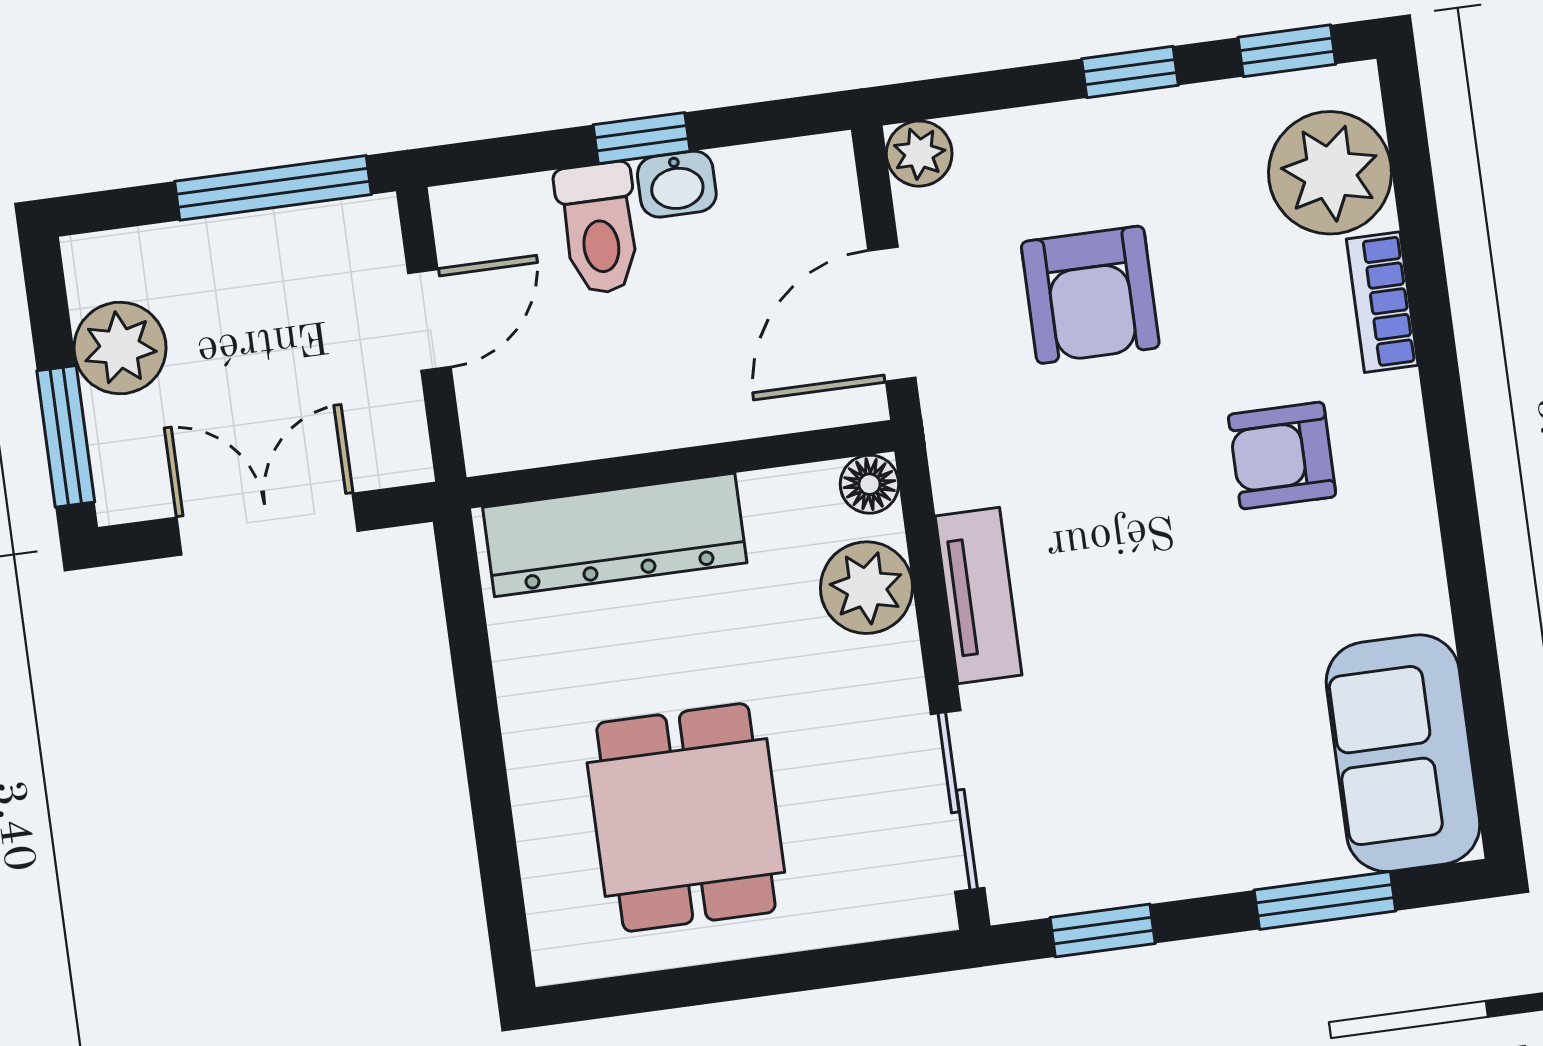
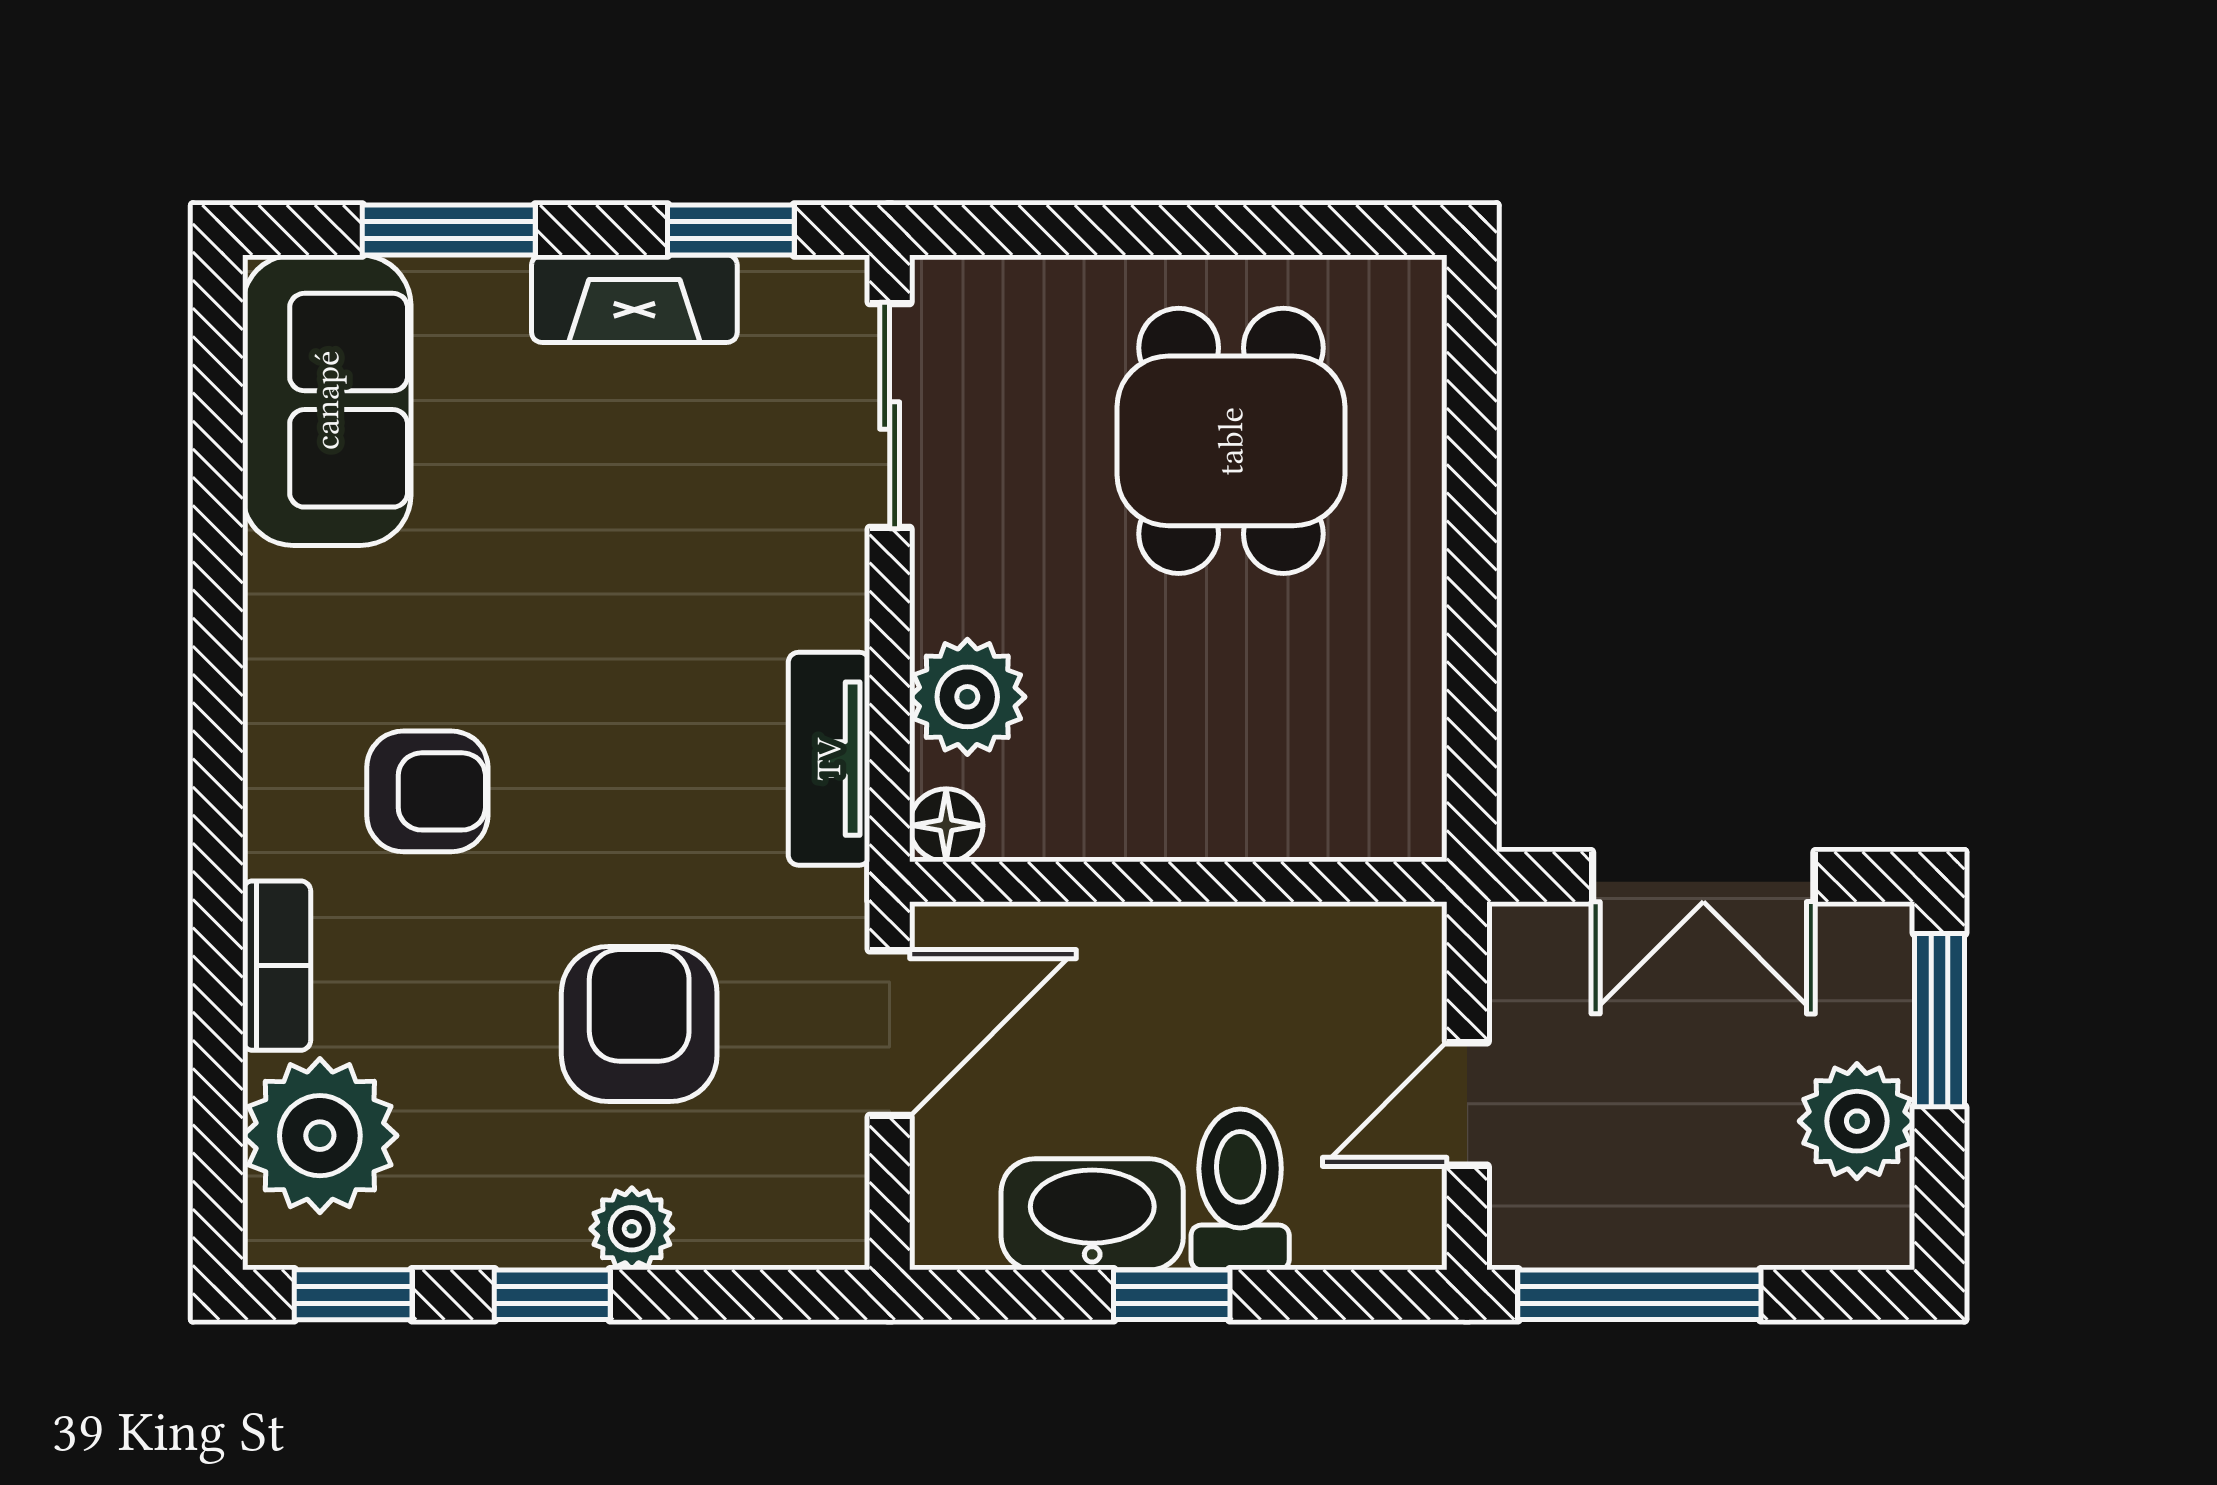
plant: (919, 154) -> (632, 1229), moved
washbasin: (677, 184) -> (1092, 1214), width x1.91, depth x1.45
dresser: (615, 535) -> (1272, 805), removed
tv unit: (979, 596) -> (829, 759), moved
fireplace: (1171, 866) -> (634, 299), added

